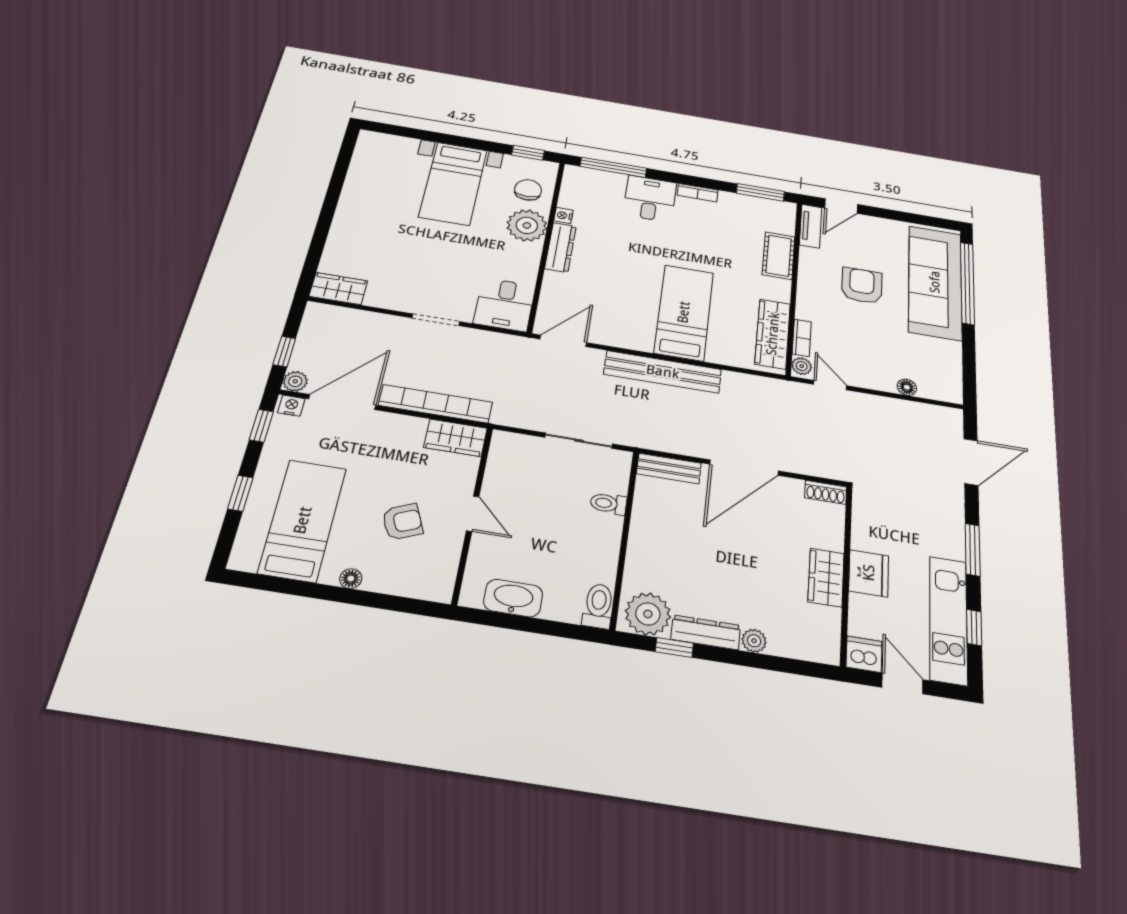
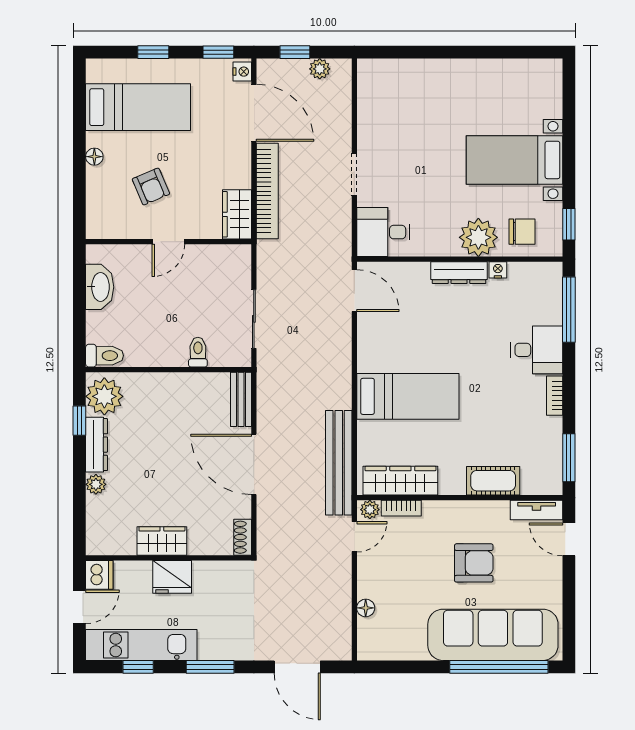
wardrobe: (338, 289) -> (371, 82), removed
bench: (663, 372) -> (339, 463), moved
plant: (295, 381) -> (320, 69), moved

